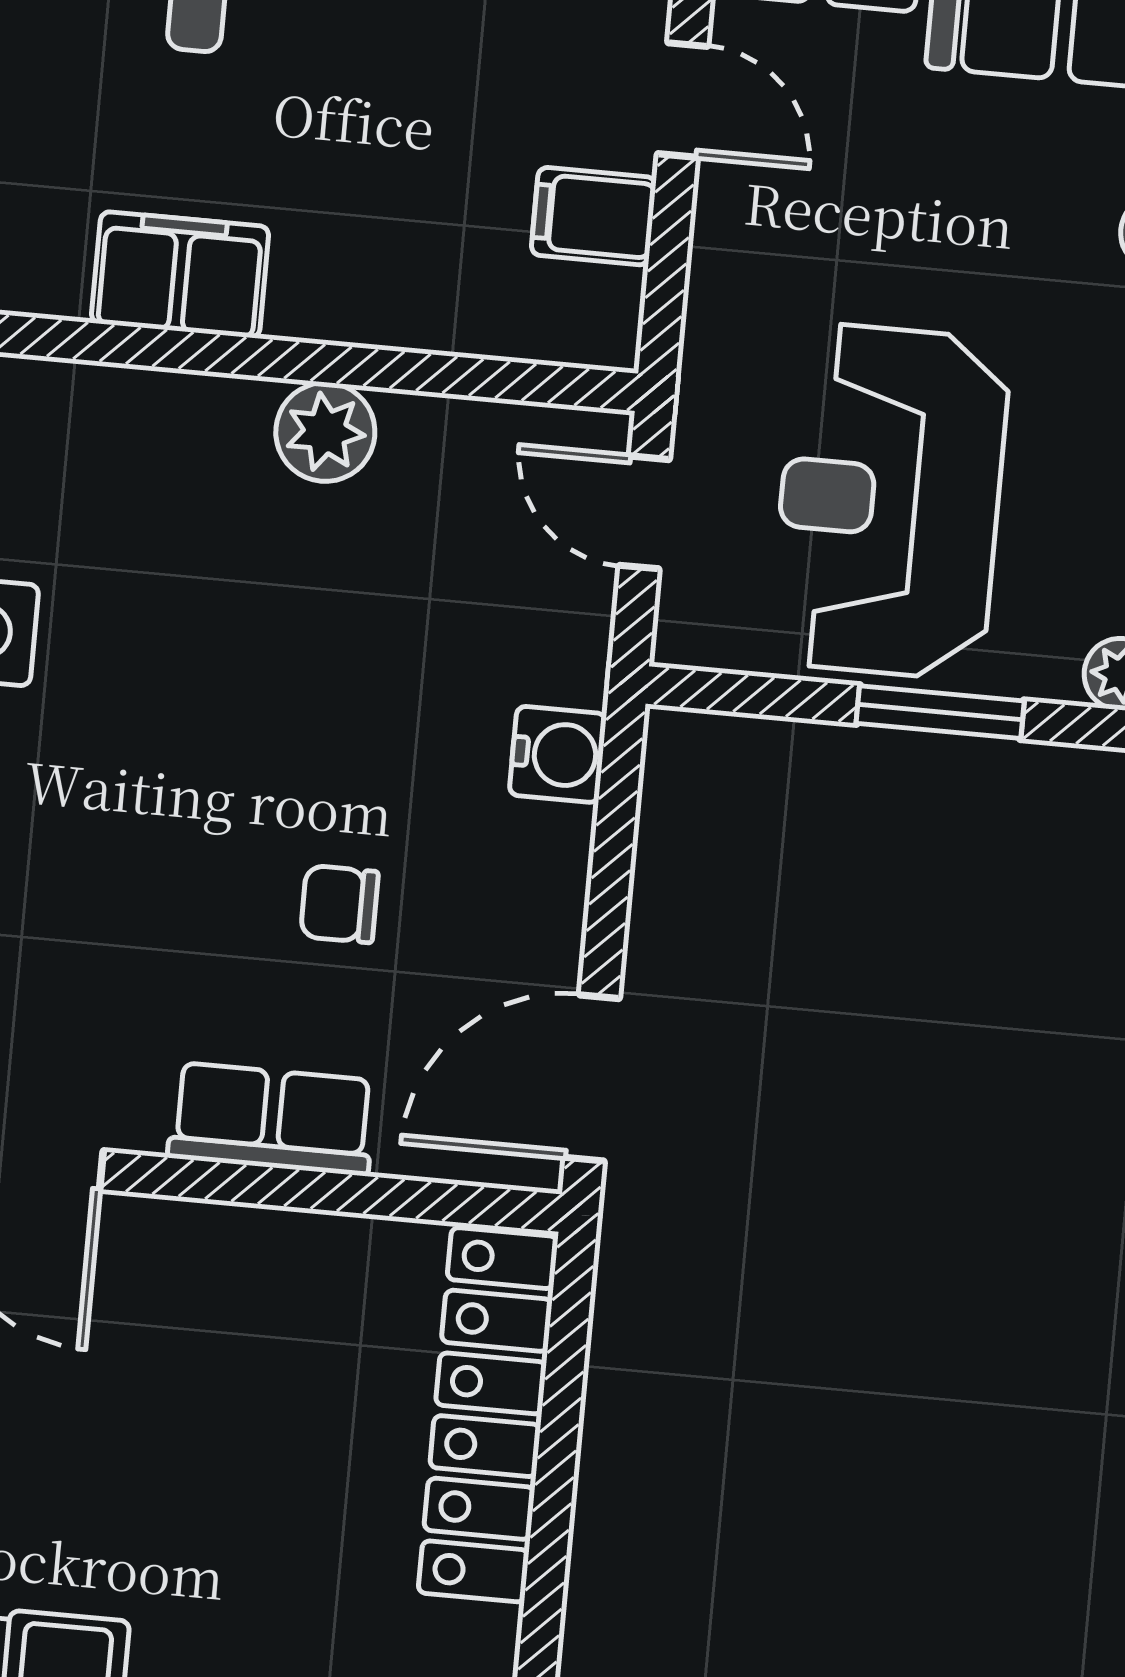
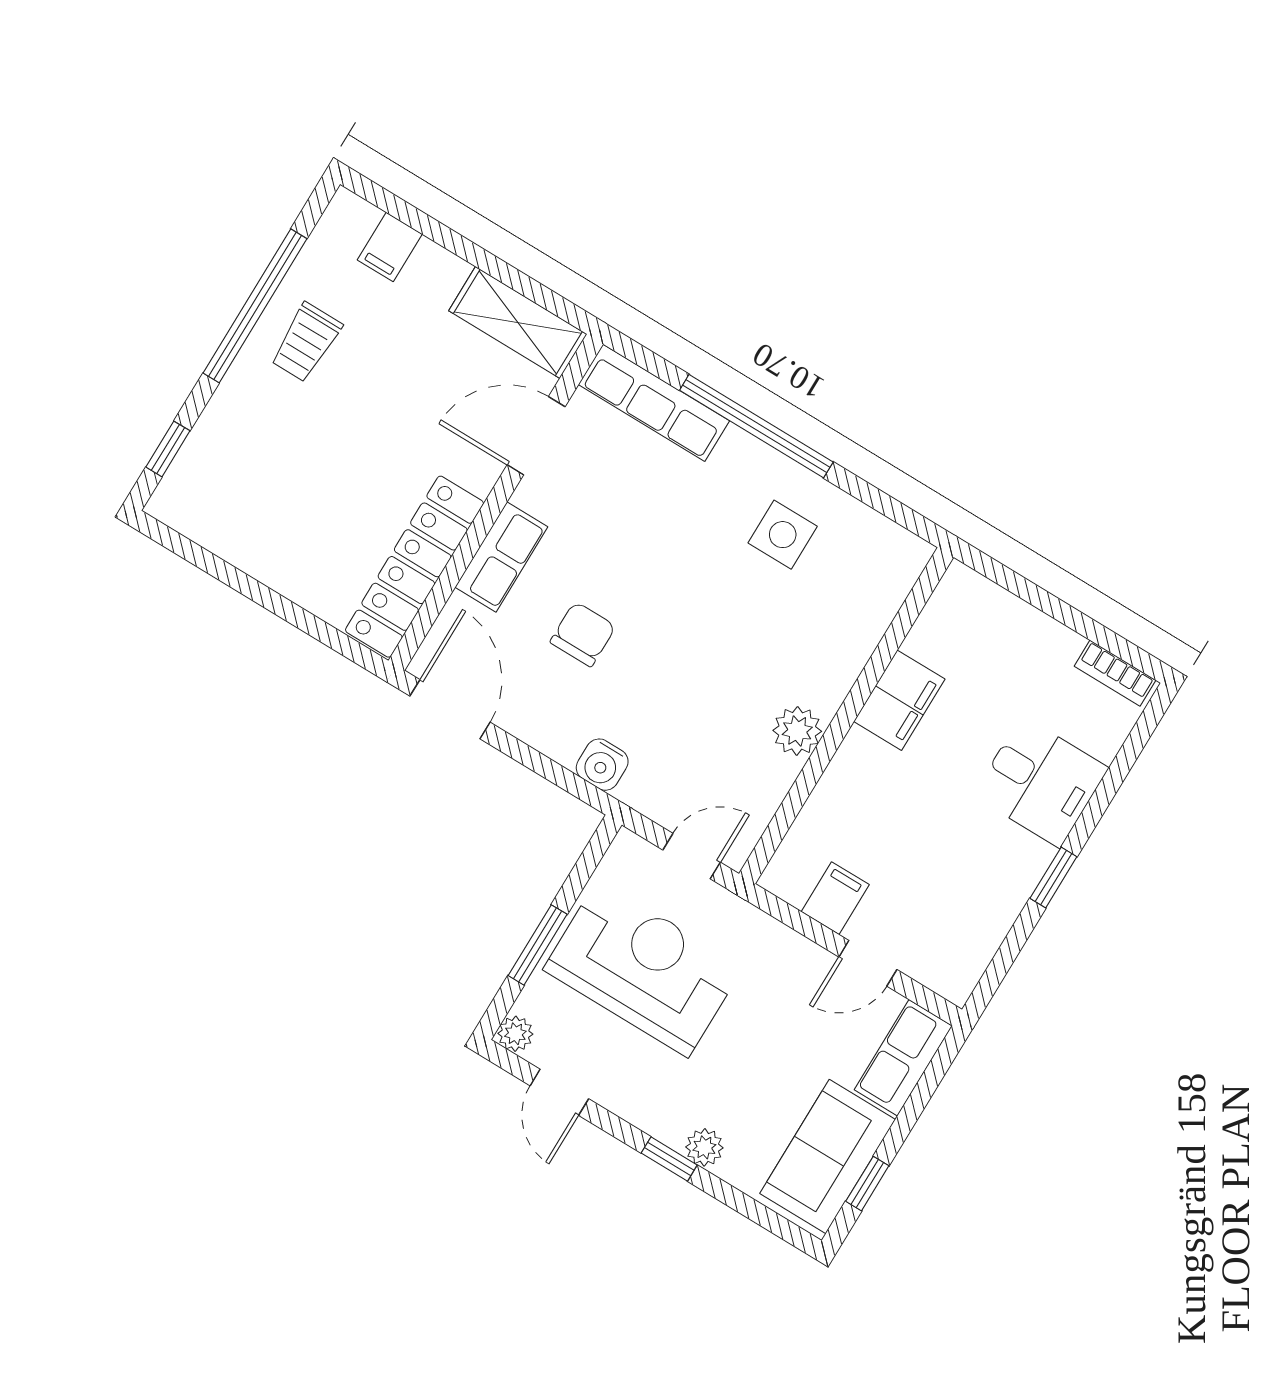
chair: (339, 904) -> (583, 634), width x1.37, depth x1.37
locker: (488, 1415) -> (414, 567), moved, turned -90

